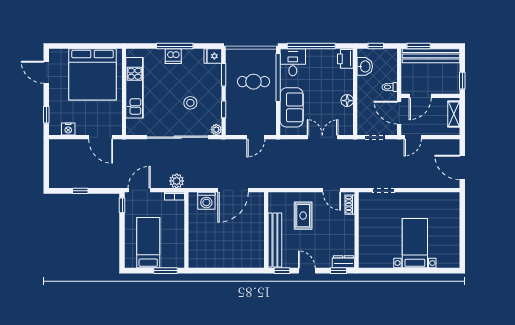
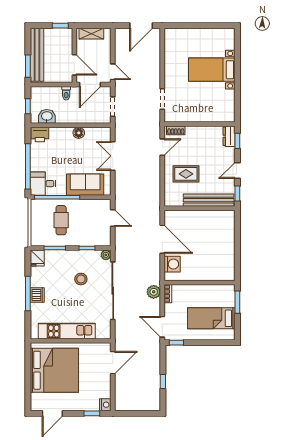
nightstand: (68, 129) -> (105, 405), moved

